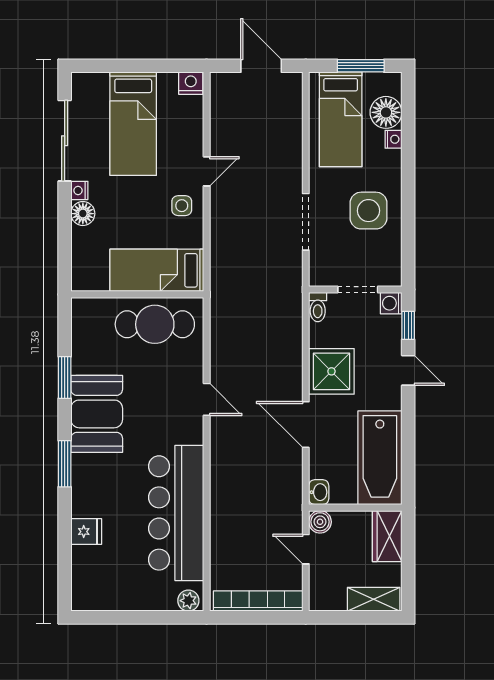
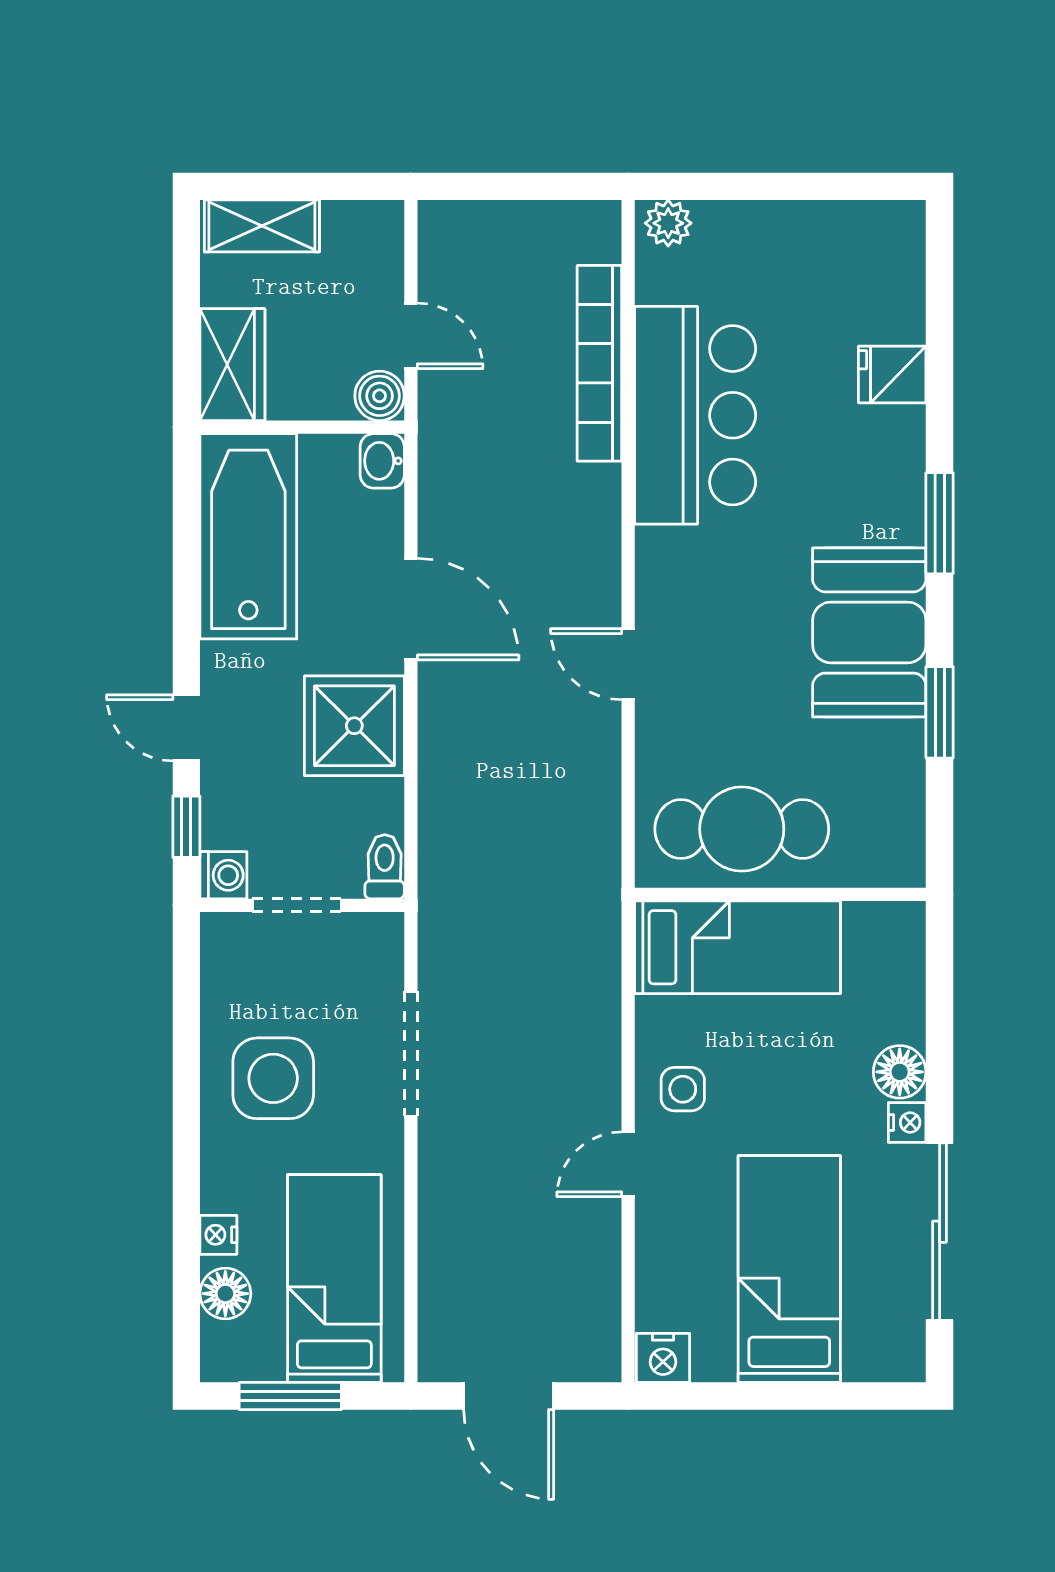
floor lamp: (386, 112) -> (225, 1294), width x0.73, depth x0.73
bar counter: (176, 513) -> (695, 415), width x0.73
bookcase: (258, 601) -> (599, 363), moved, turned 90

